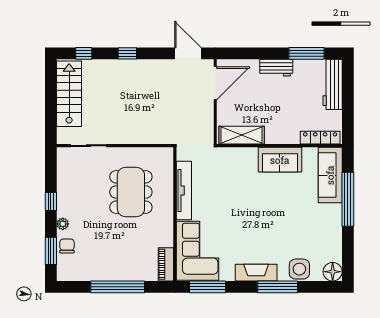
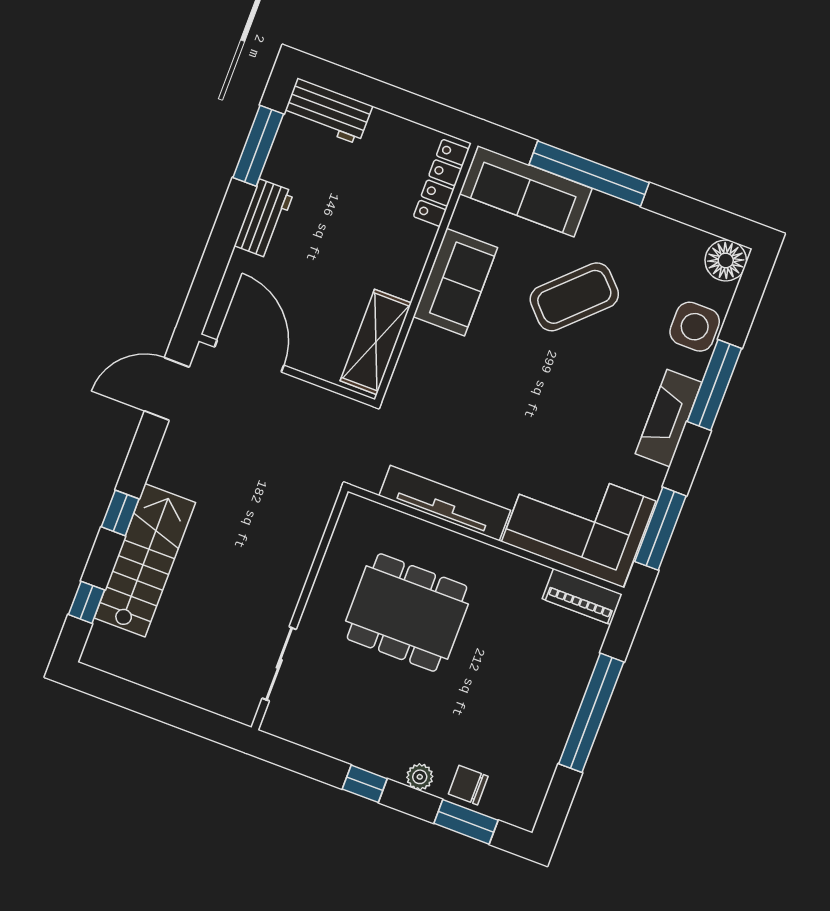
workbench: (333, 84) -> (328, 111), width x0.73
stairs: (69, 94) -> (145, 560), moved, turned 90
coffee table: (293, 213) -> (574, 297), added

